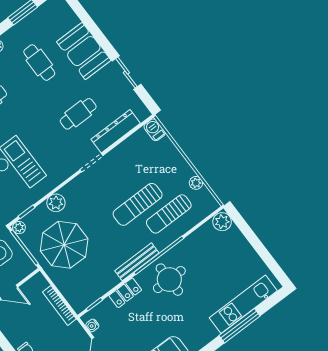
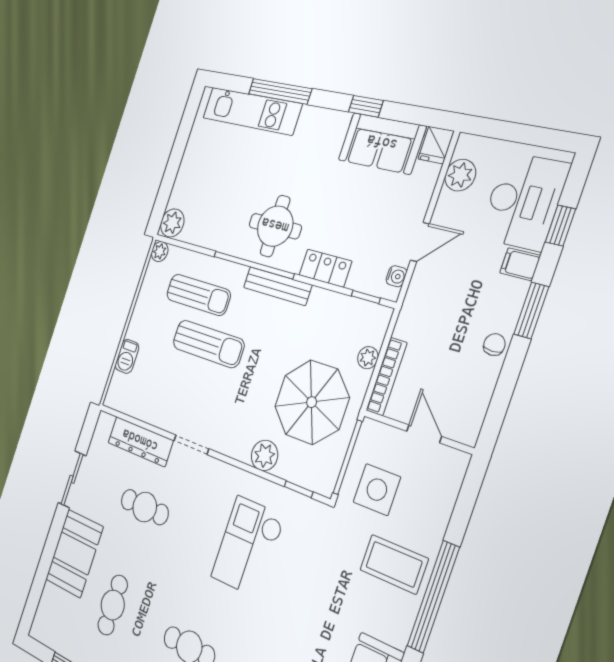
barbecue: (155, 130) -> (127, 356), moved
plant: (196, 183) -> (160, 252), moved
plant: (19, 228) -> (368, 358), moved
bookcase: (59, 305) -> (387, 377), moved

